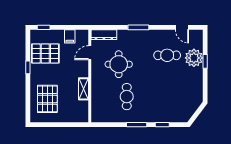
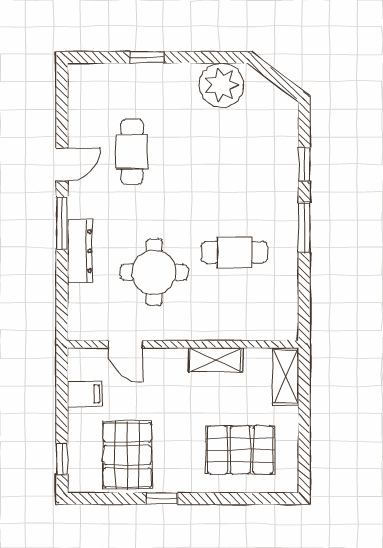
door: (182, 27) -> (62, 164), moved
dresser: (104, 35) -> (80, 251), moved
plant: (194, 58) -> (221, 85), moved
shelving: (77, 117) -> (286, 377), added

